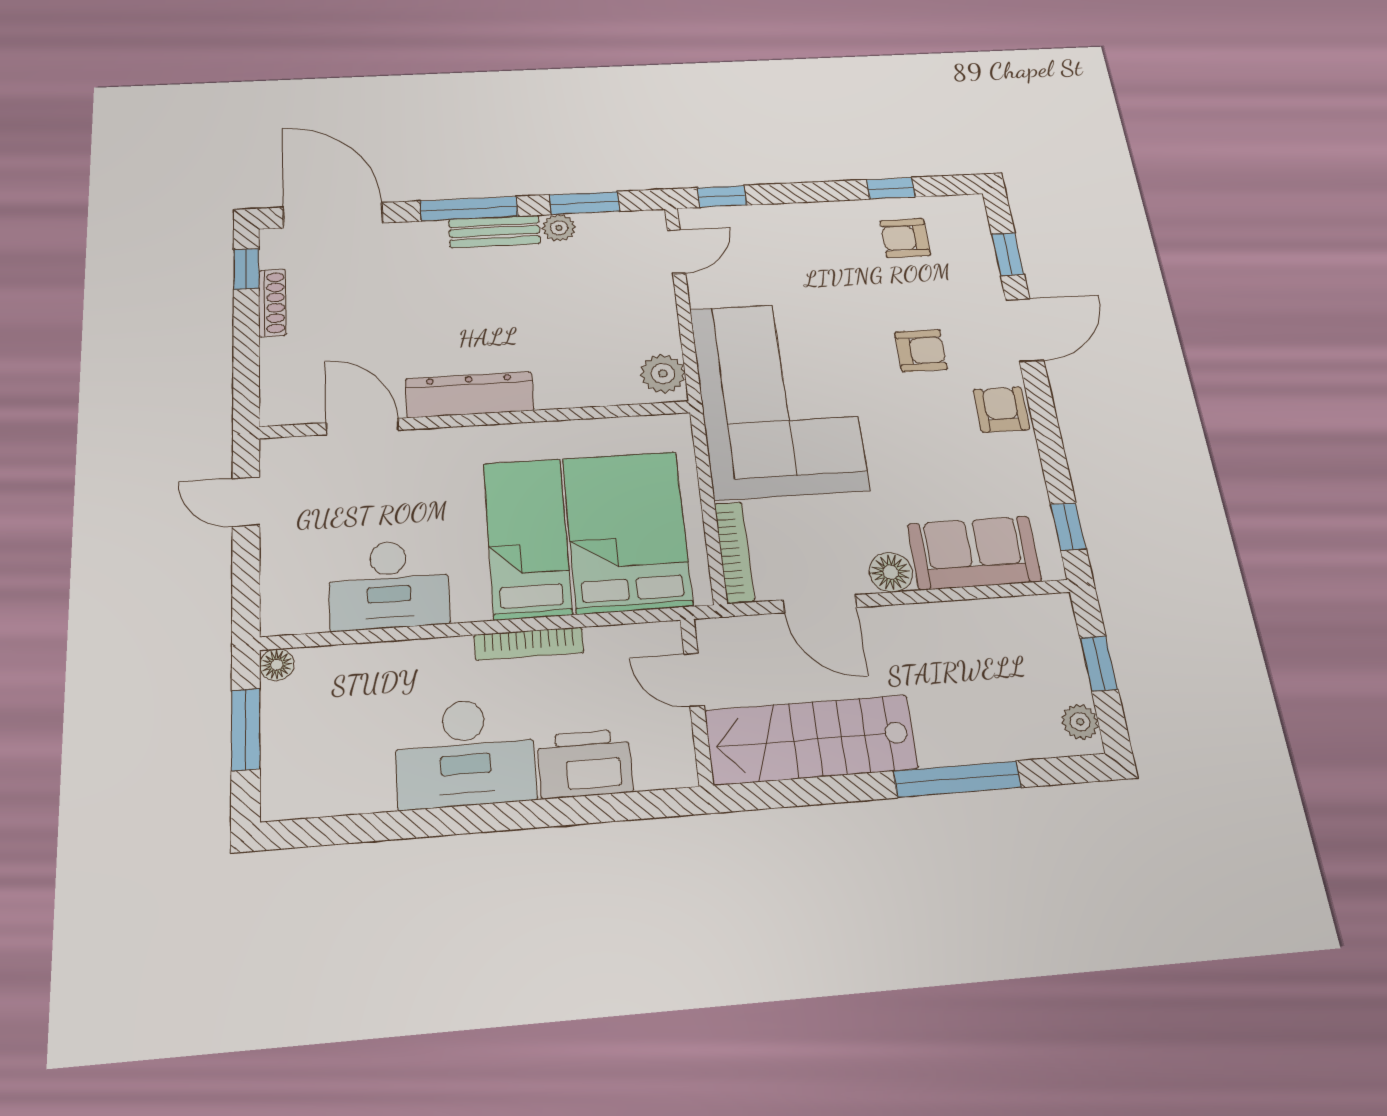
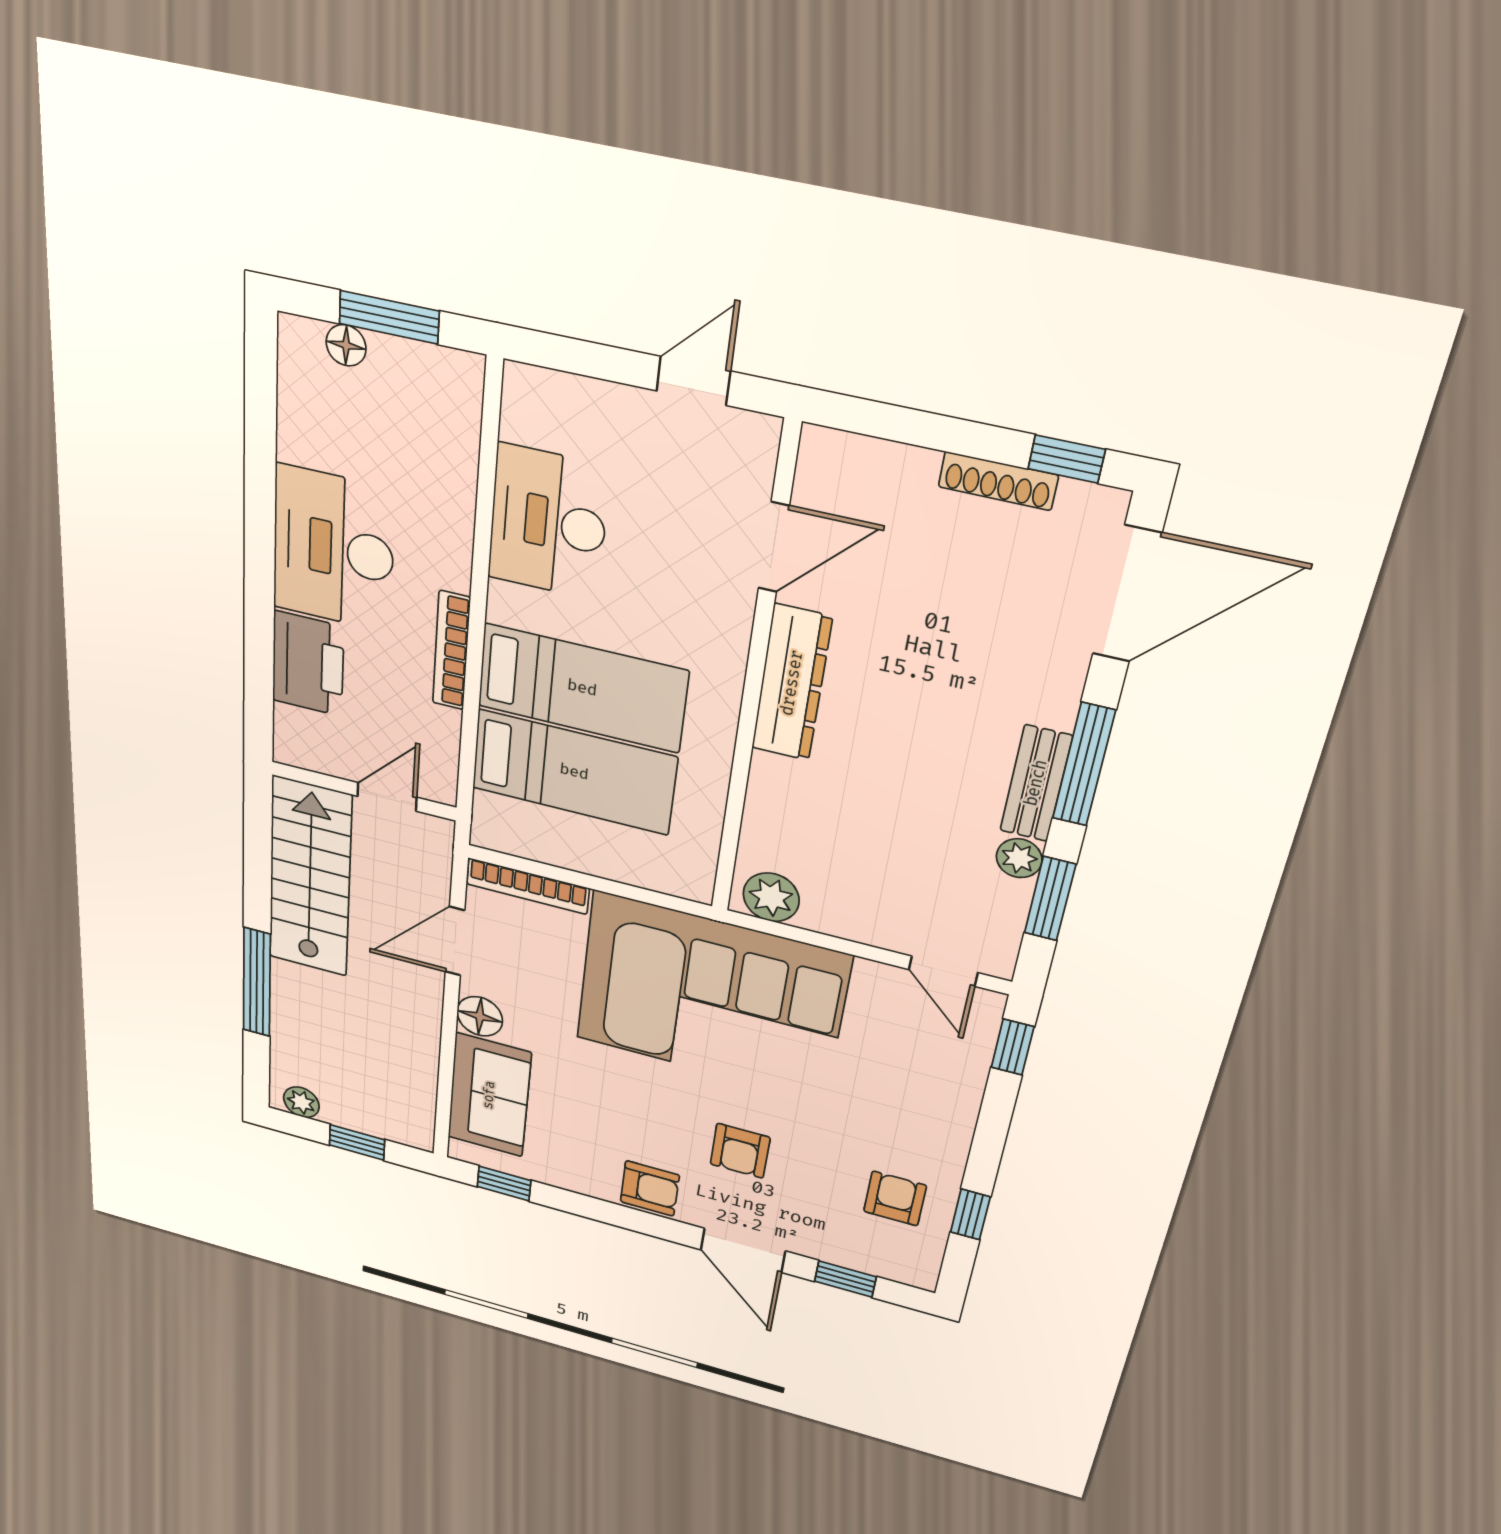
bed: (627, 531) -> (574, 772), width x0.67
floor lamp: (277, 665) -> (346, 345), moved

